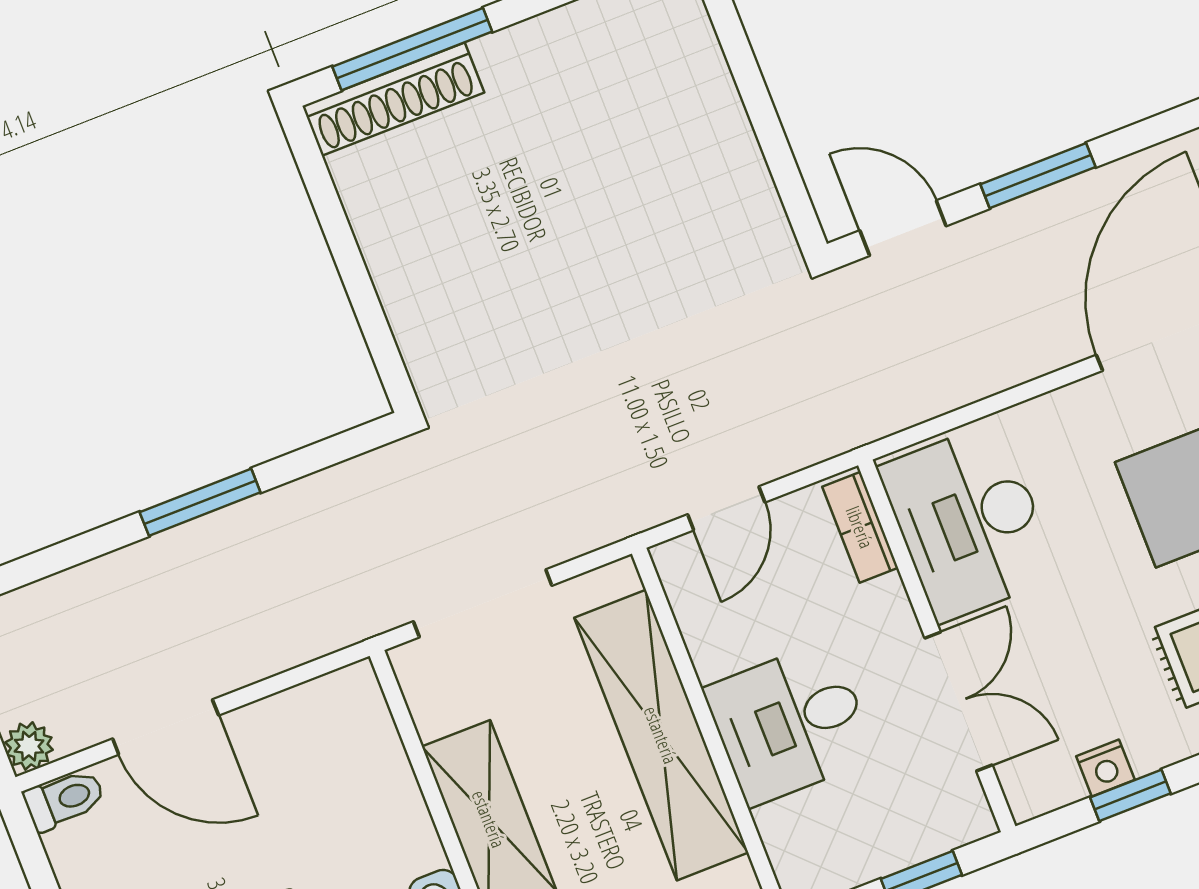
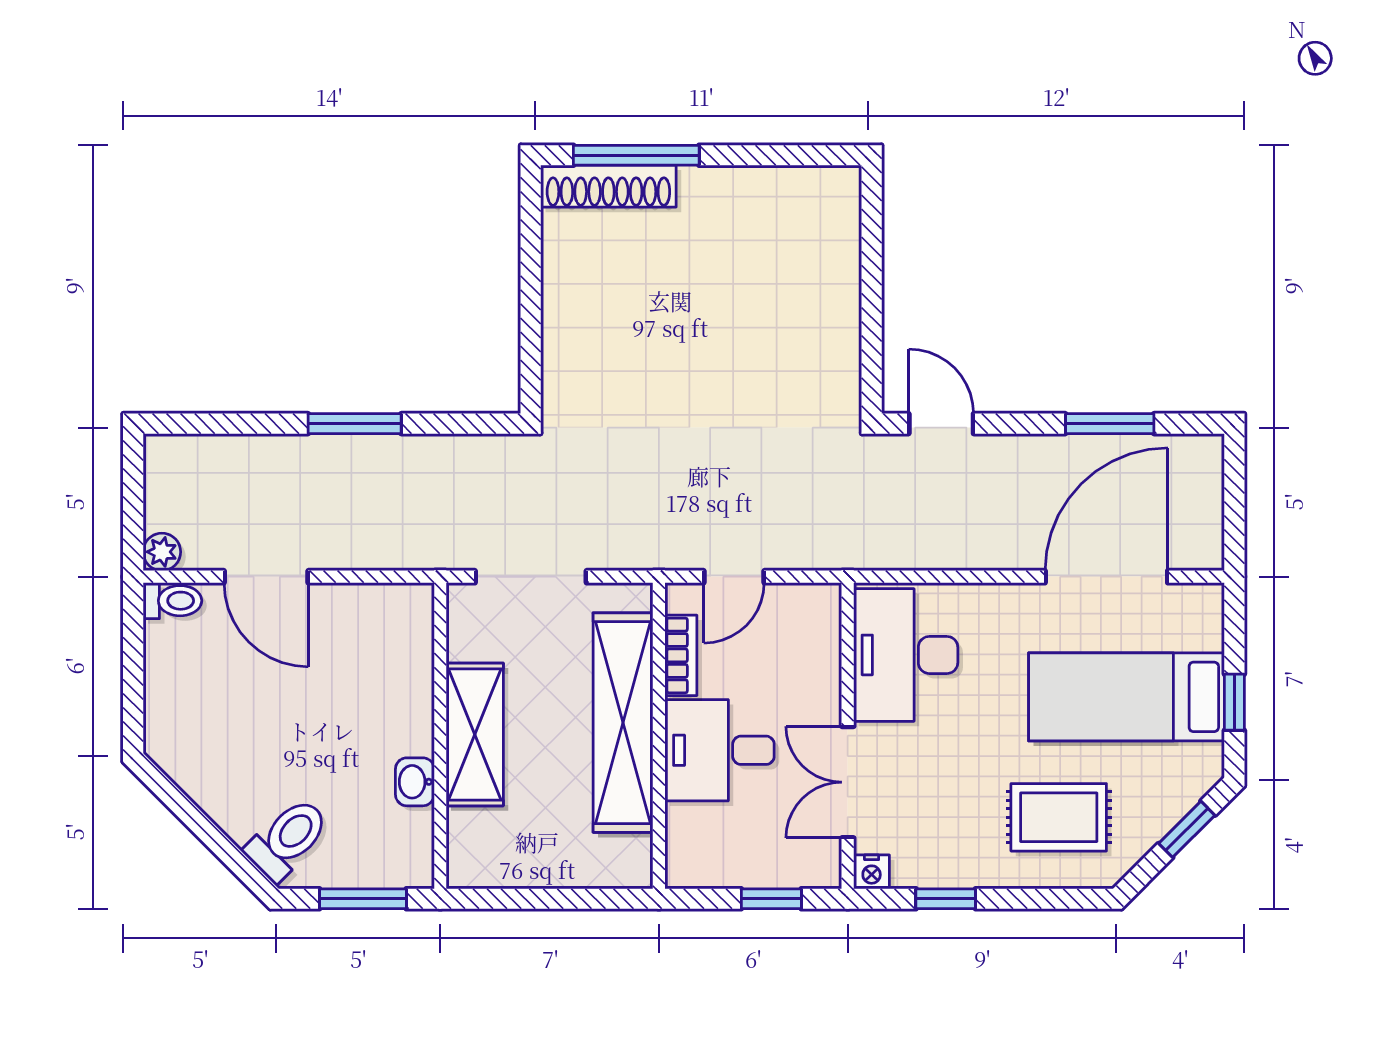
window: (1038, 176) -> (1110, 424), moved
bookcase: (860, 527) -> (681, 655), moved, turned 180
double door: (958, 702) -> (848, 782), swing flipped
nightstand: (1105, 768) -> (872, 872), moved

